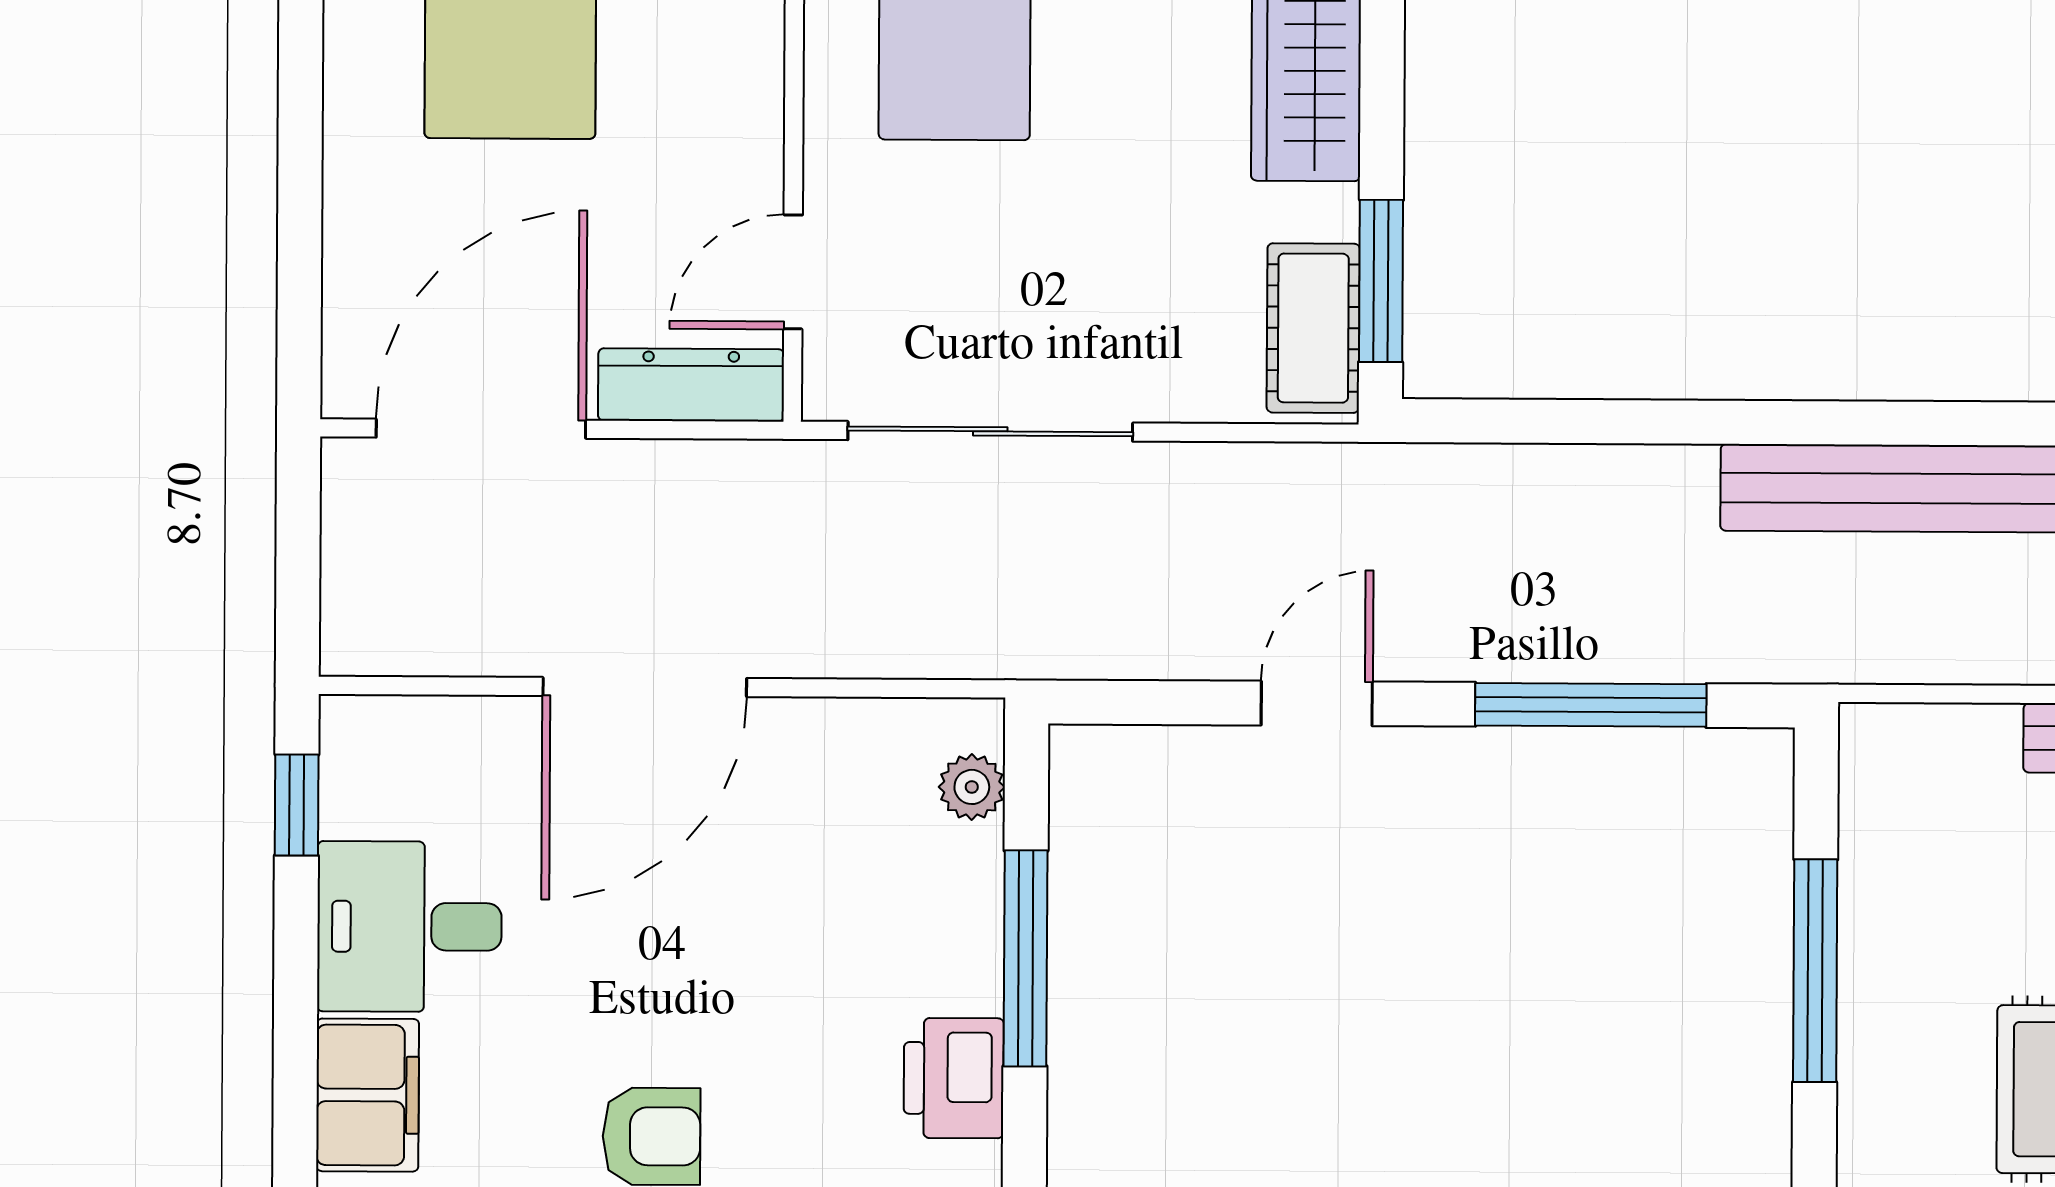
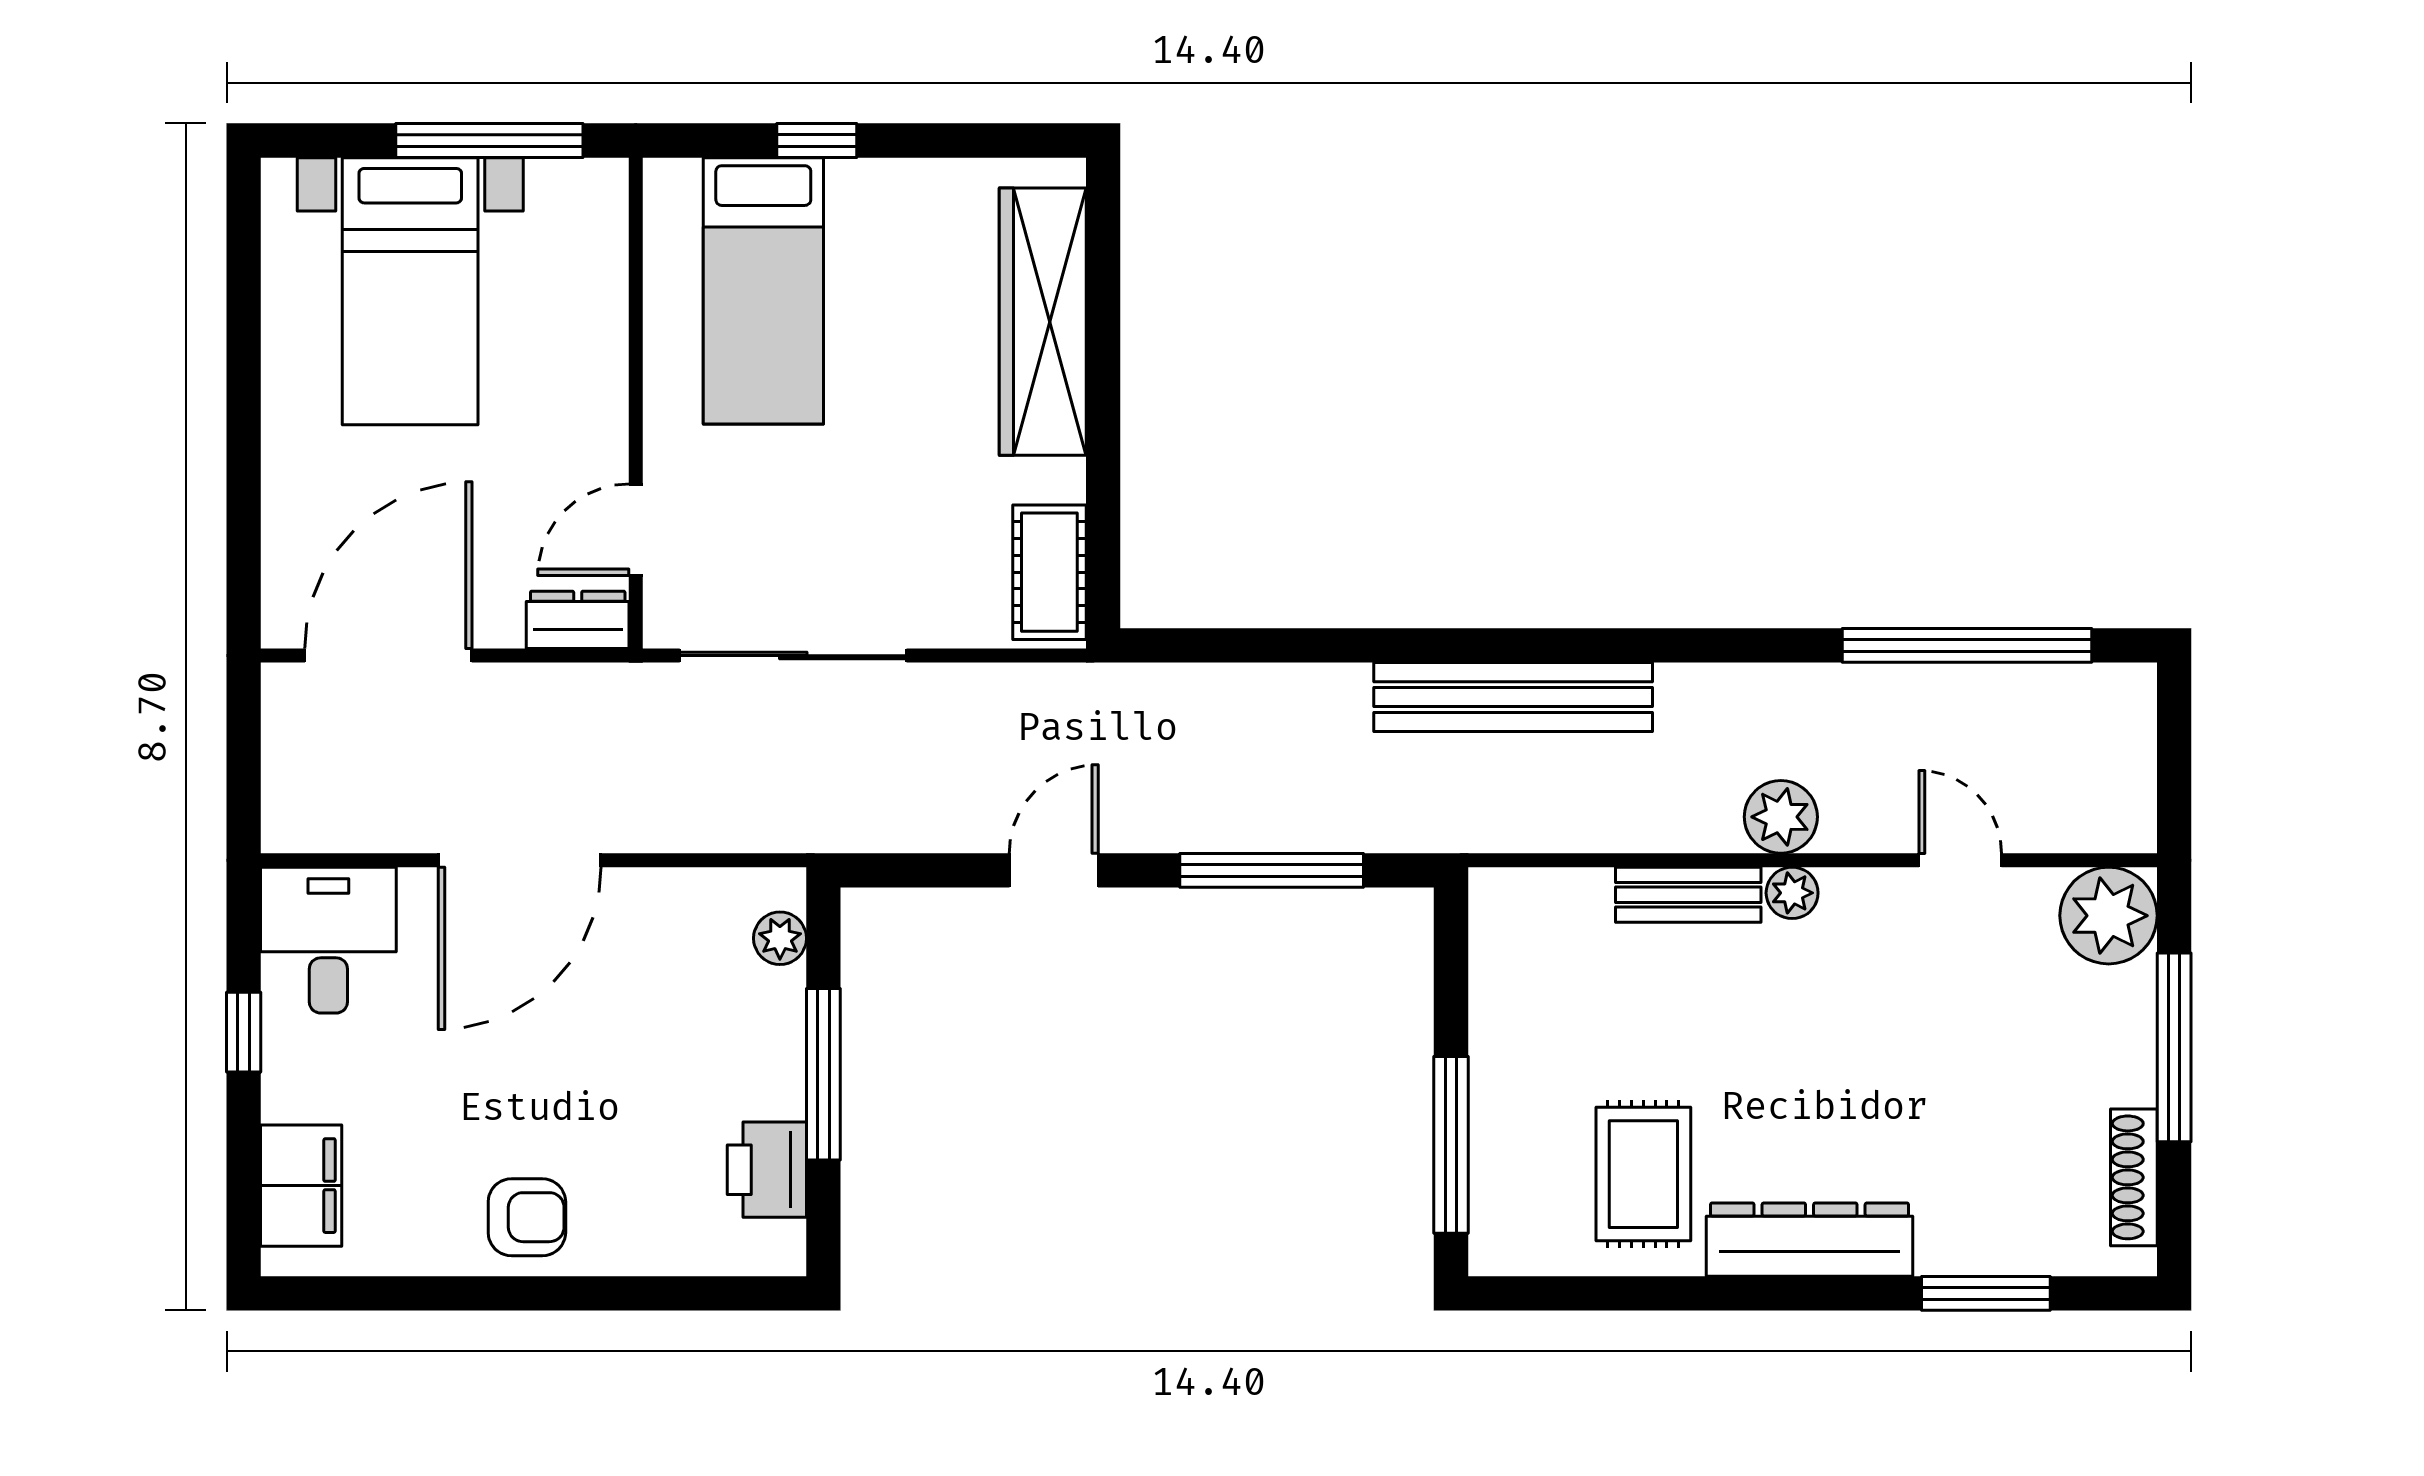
window: (1381, 281) -> (1103, 534), removed
dresser: (691, 385) -> (578, 620), width x0.70
window: (297, 805) -> (244, 1032), moved
desk: (409, 927) -> (328, 940), moved, turned 90
window: (1815, 971) -> (1451, 1145), moved

